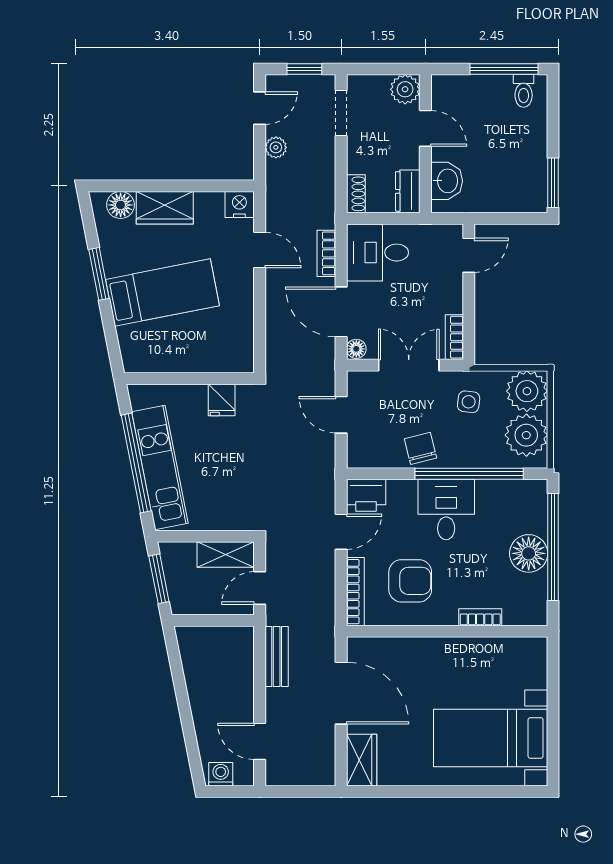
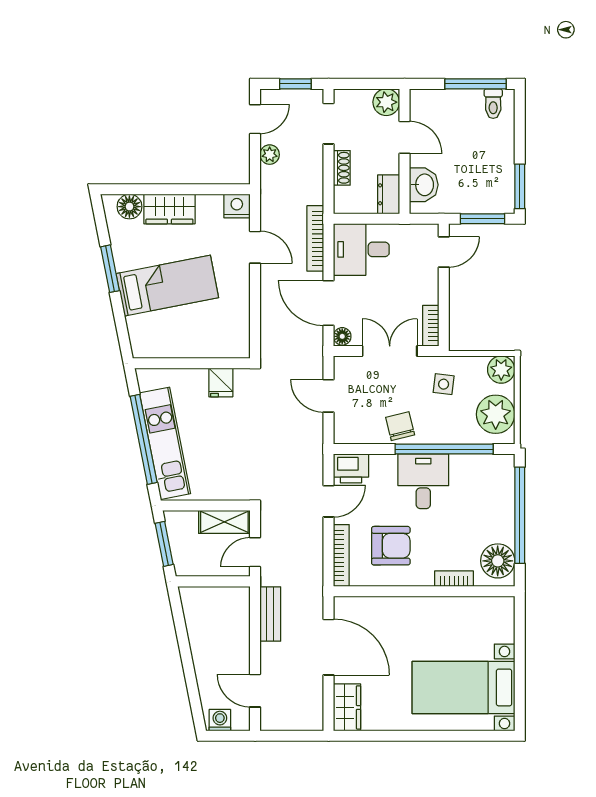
shoe rack: (356, 194) -> (342, 168), moved
window: (512, 218) -> (483, 219), added
bookcase: (326, 253) -> (315, 238), width x1.56
plant: (527, 391) -> (501, 370), width x0.73, depth x0.73
floor lamp: (529, 553) -> (498, 561), moved

